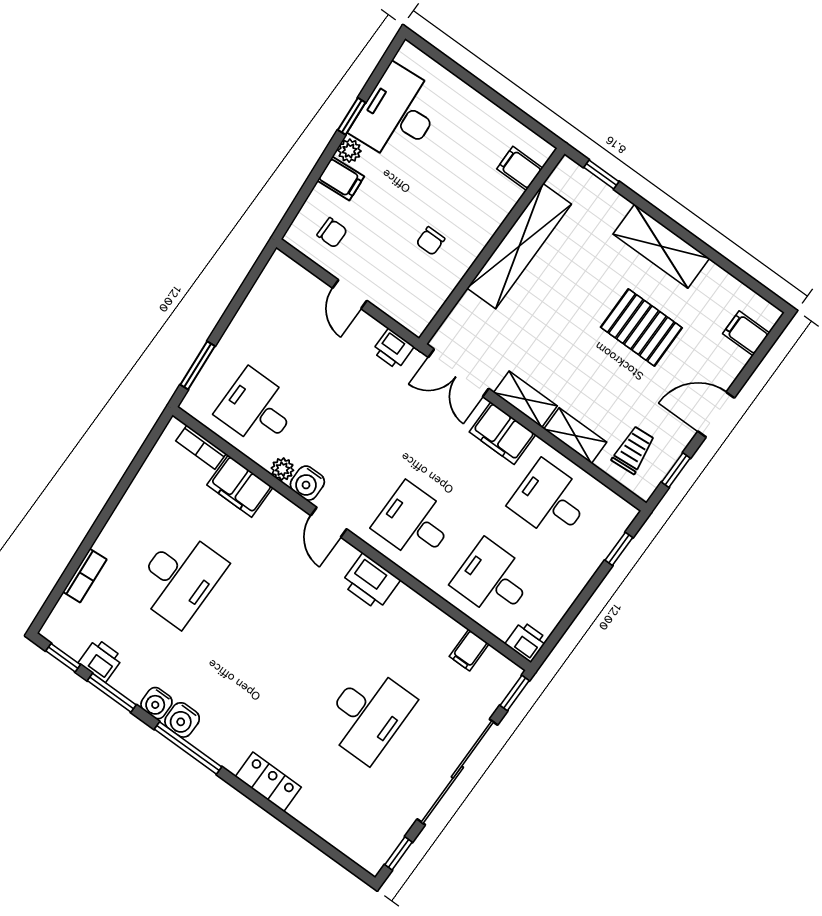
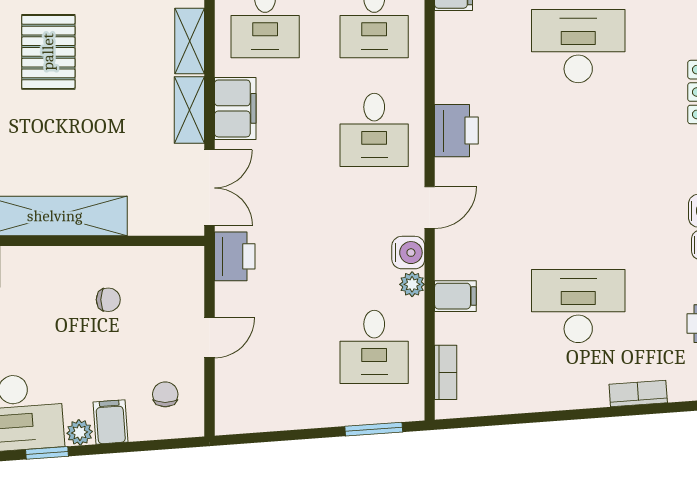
printer: (393, 349) -> (235, 256), width x1.36, depth x1.24
filing cabinet: (240, 486) -> (455, 296), width x0.50

